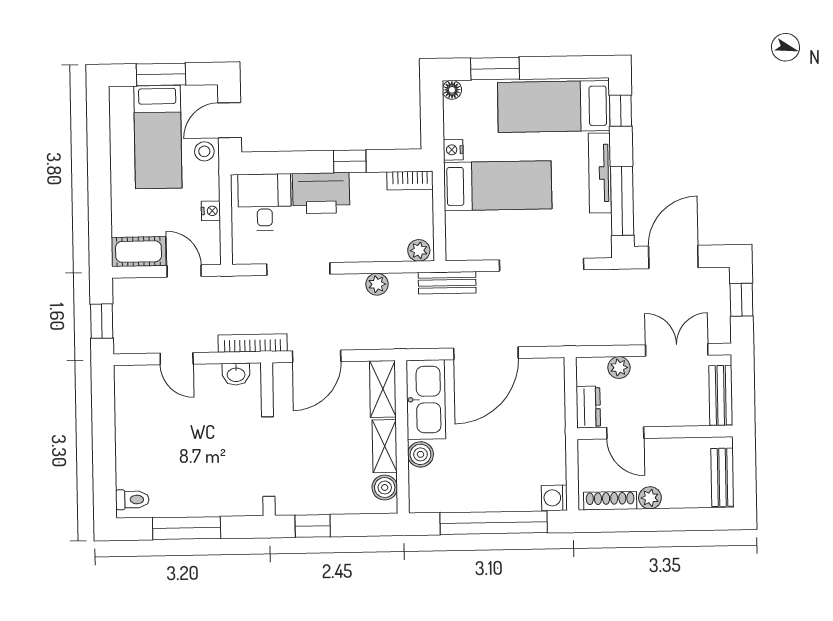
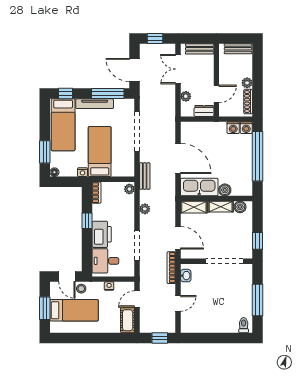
washing machine: (554, 470) -> (233, 128), added

